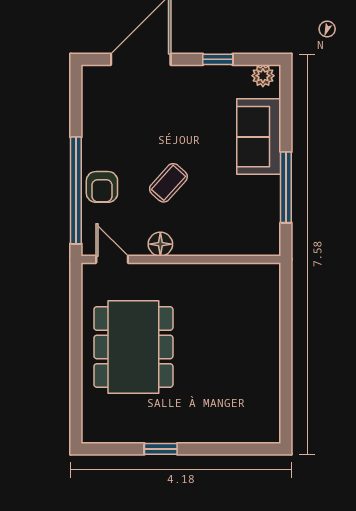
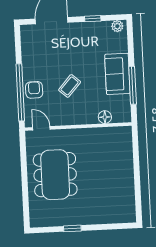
sofa: (259, 137) -> (117, 74), moved
armchair: (102, 187) -> (34, 90), turned 180
floor lamp: (160, 244) -> (105, 117), moved

